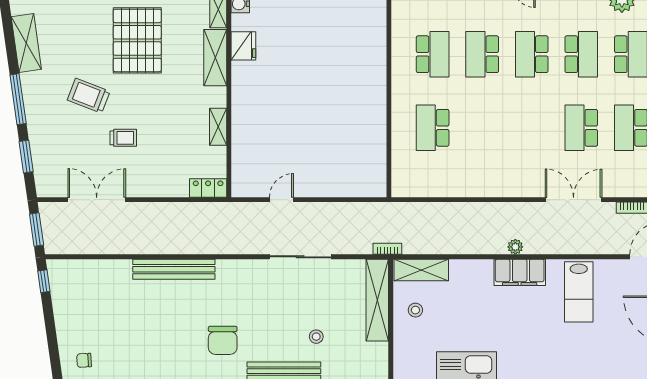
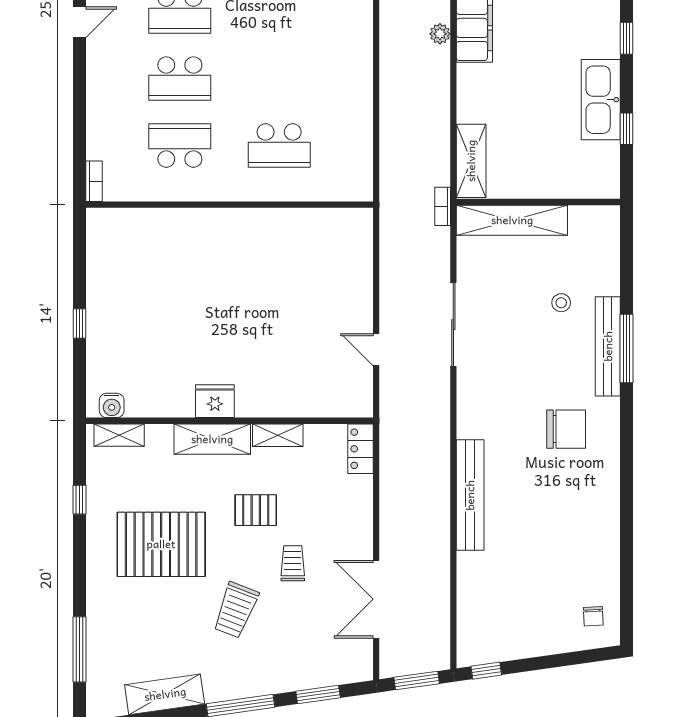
fridge: (243, 46) -> (215, 401), moved
shelving: (215, 58) -> (212, 439), moved
pallet: (163, 110) -> (256, 510), added
stool: (415, 310) -> (525, 169), removed

